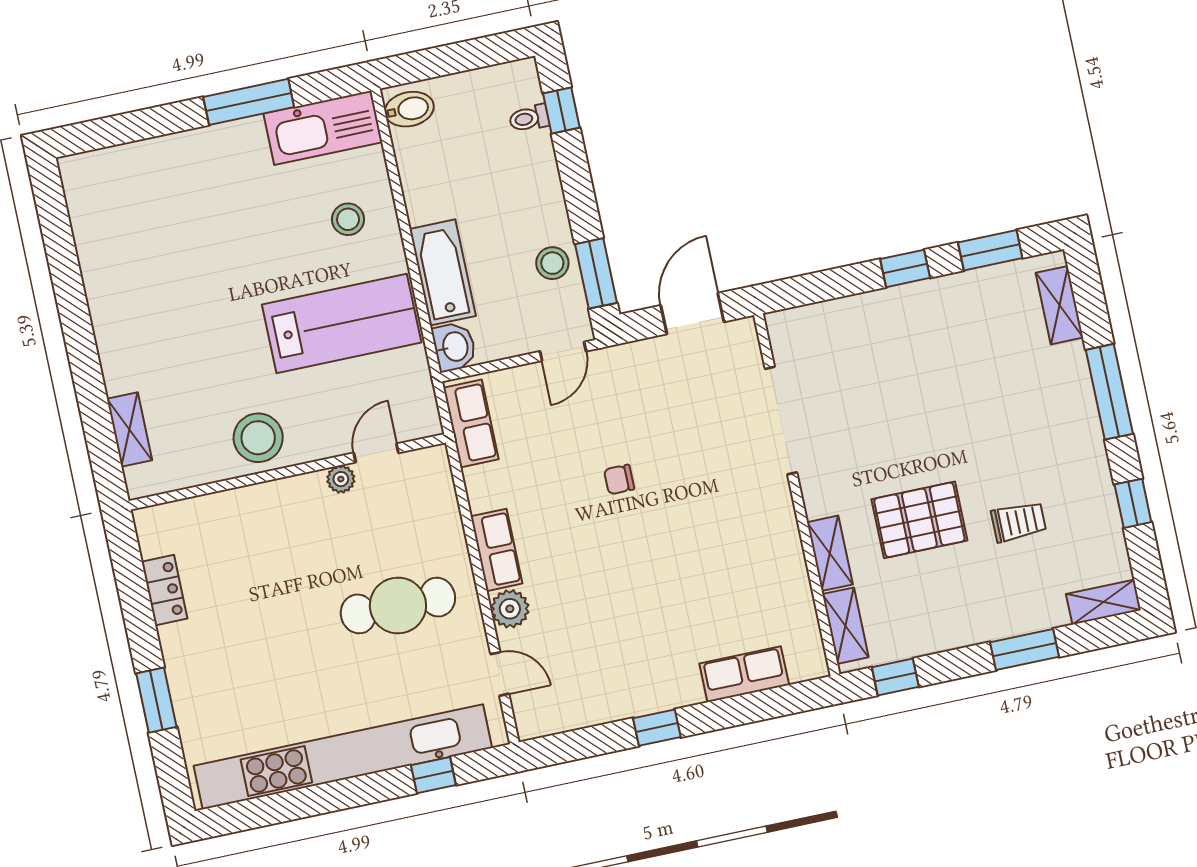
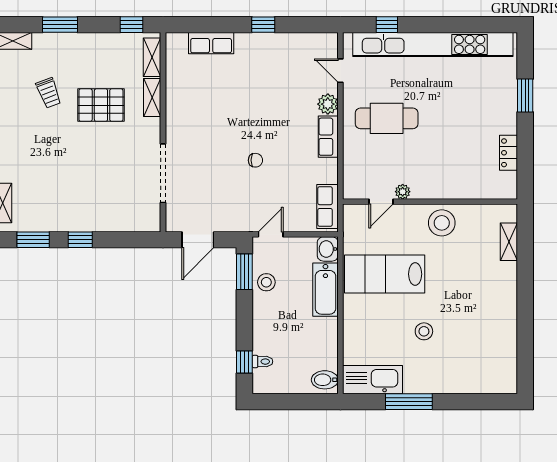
stool: (348, 219) -> (424, 331), moved
trolley: (1019, 522) -> (49, 93), turned -111

